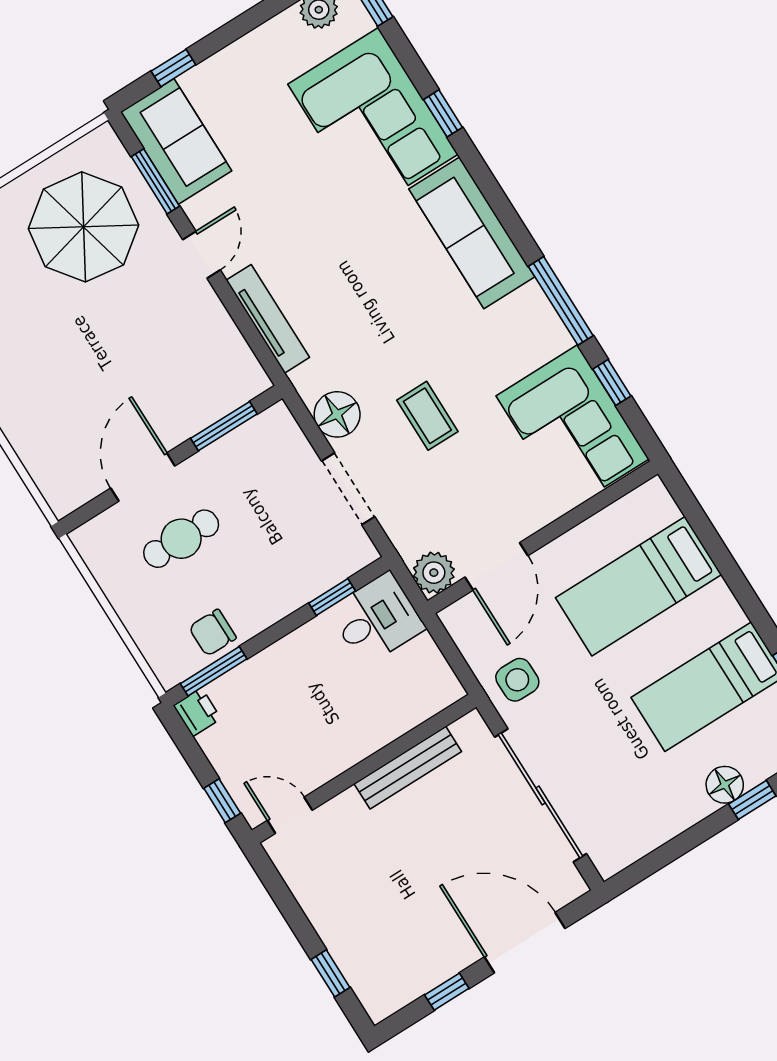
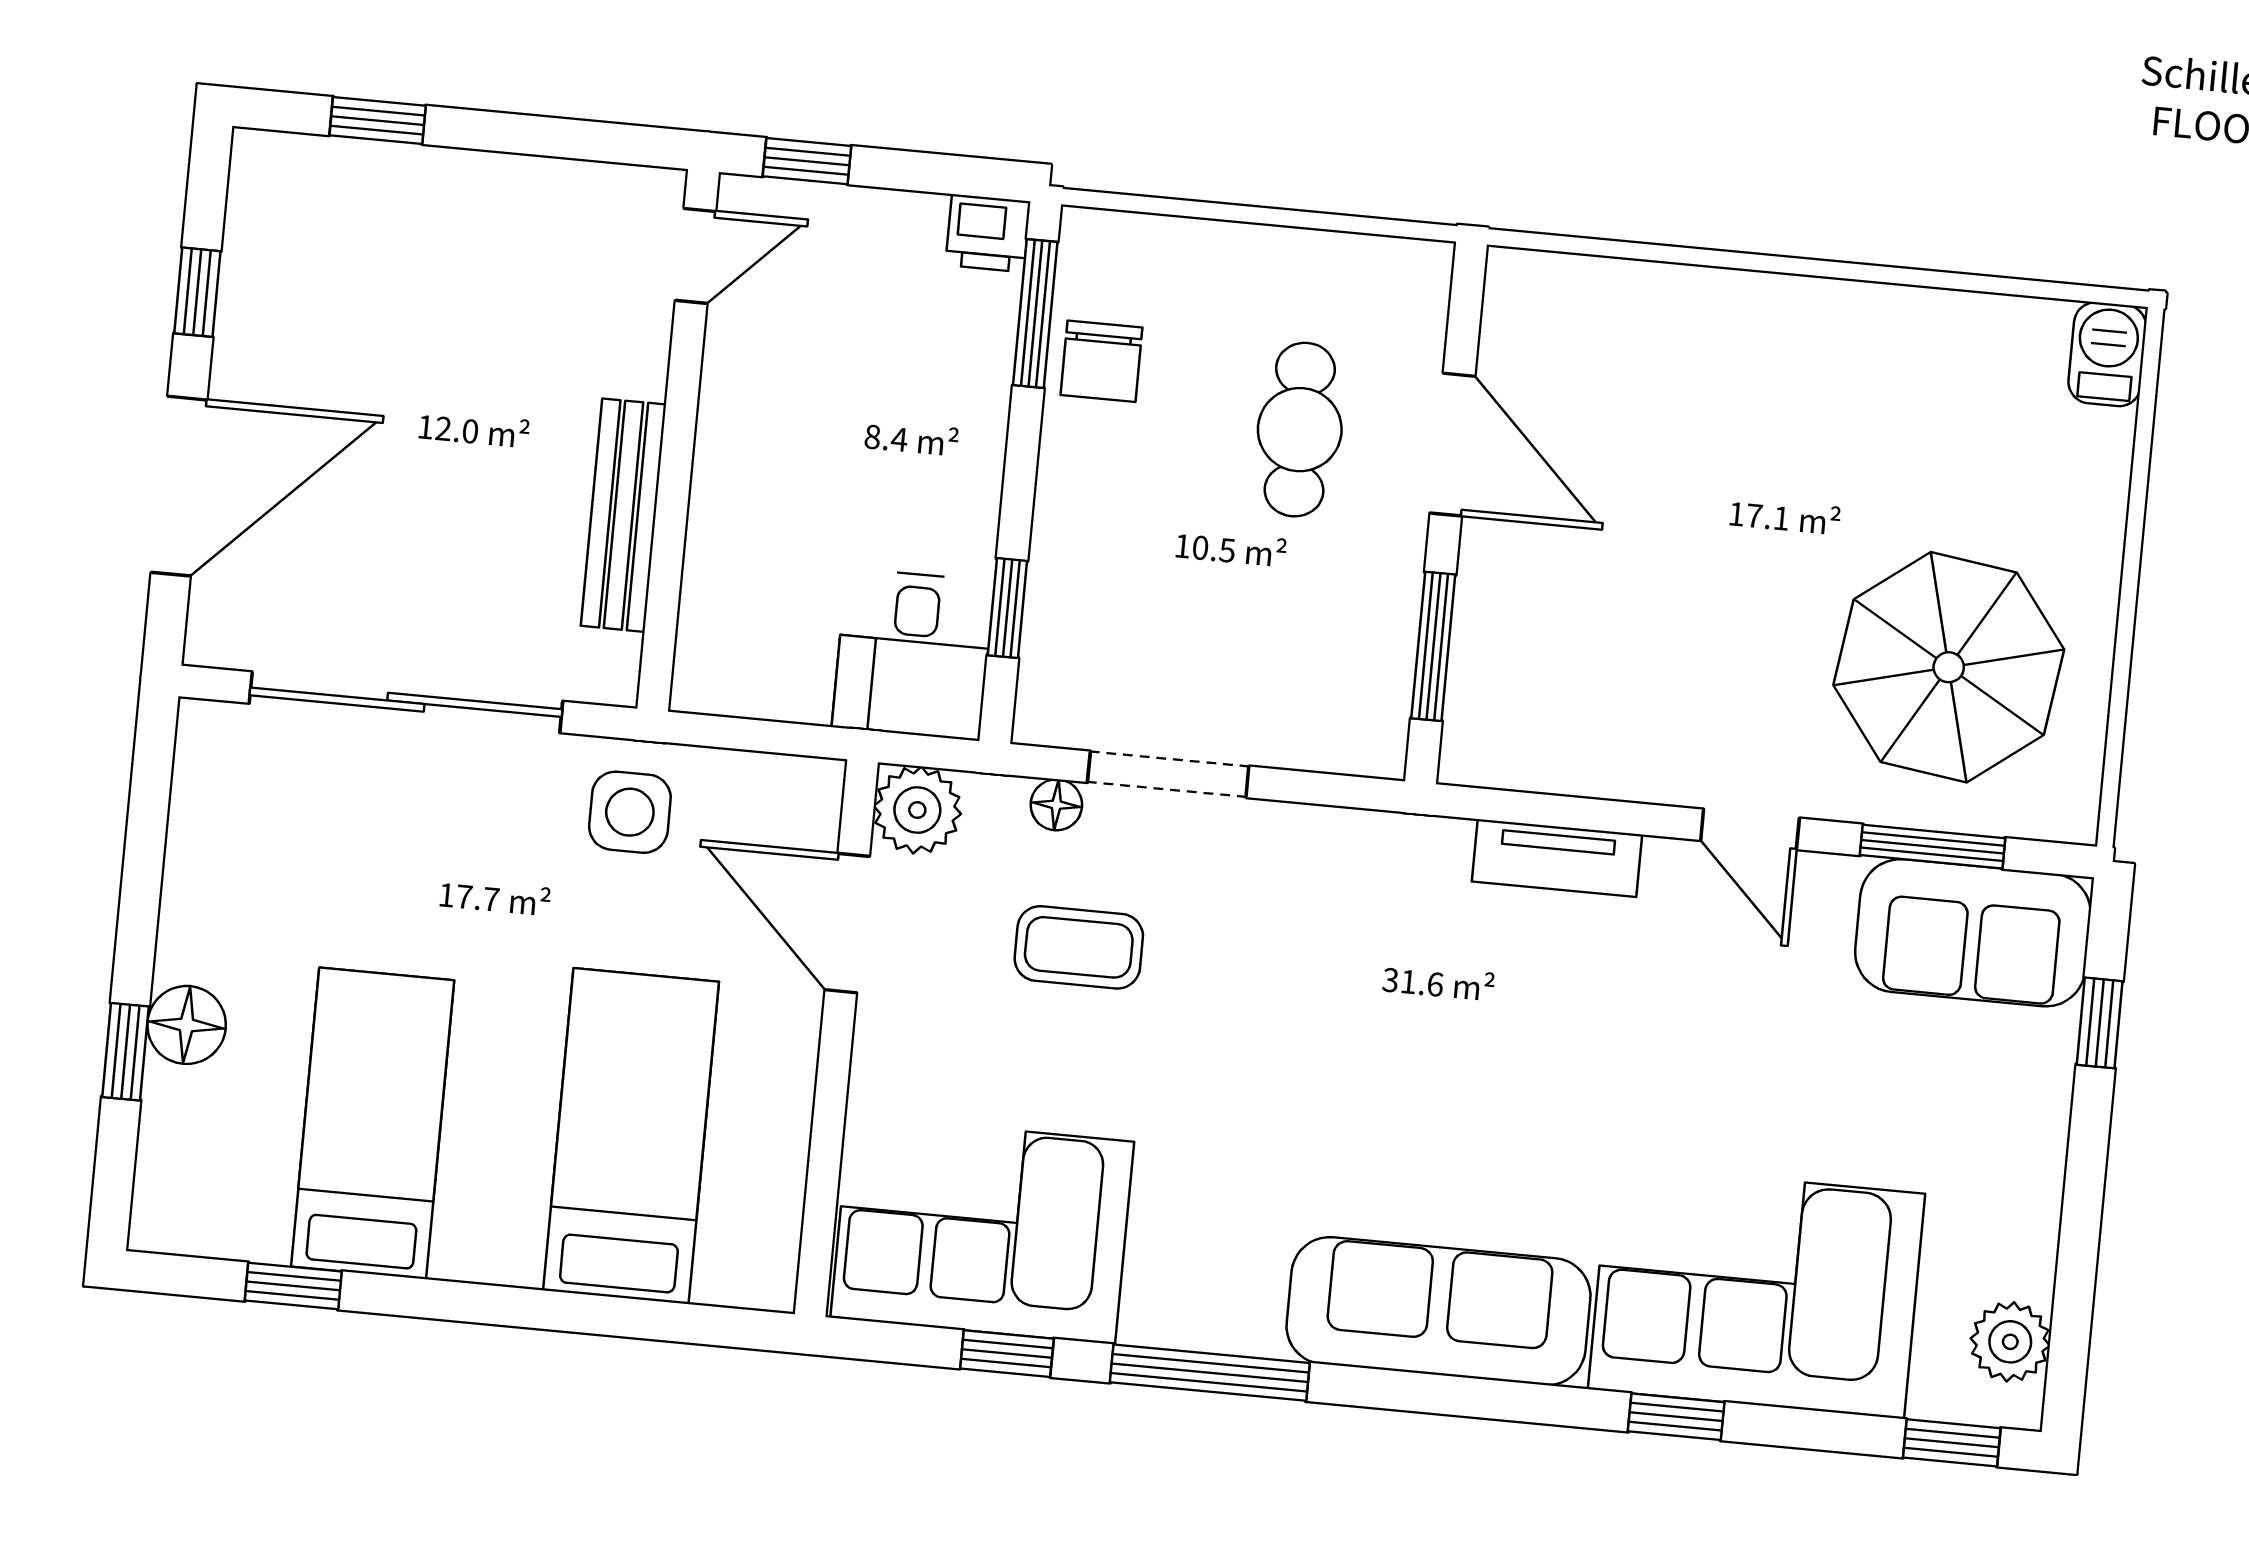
tv unit: (268, 319) -> (1557, 858), width x0.71
floor lamp: (337, 414) -> (1056, 805), moved, width x0.53, depth x0.53
coffee table: (427, 416) -> (1079, 947), moved
chair: (213, 633) -> (1101, 361), turned 180

